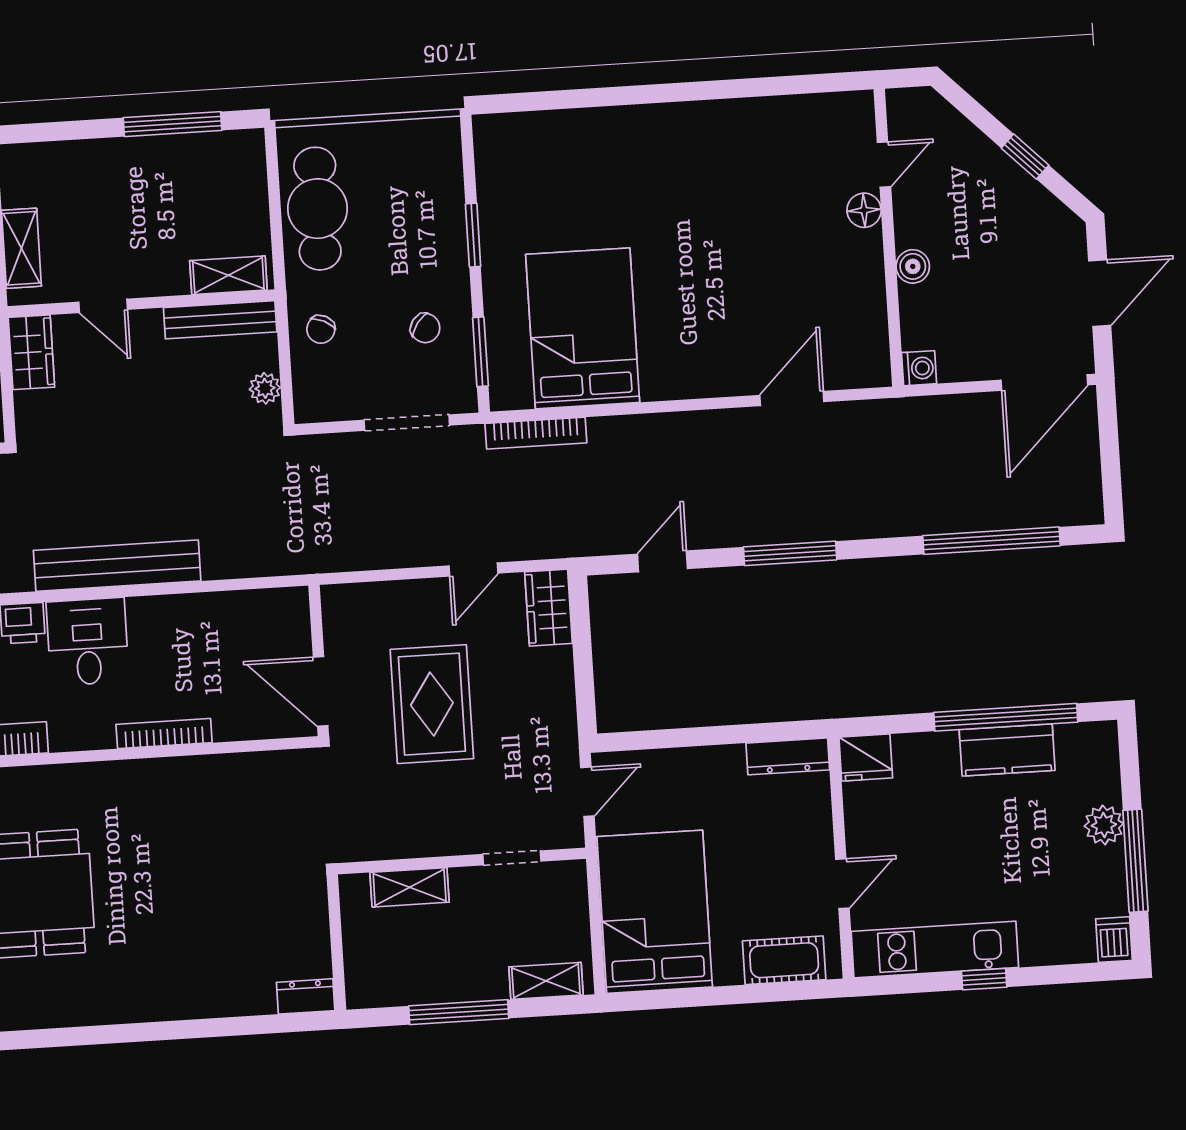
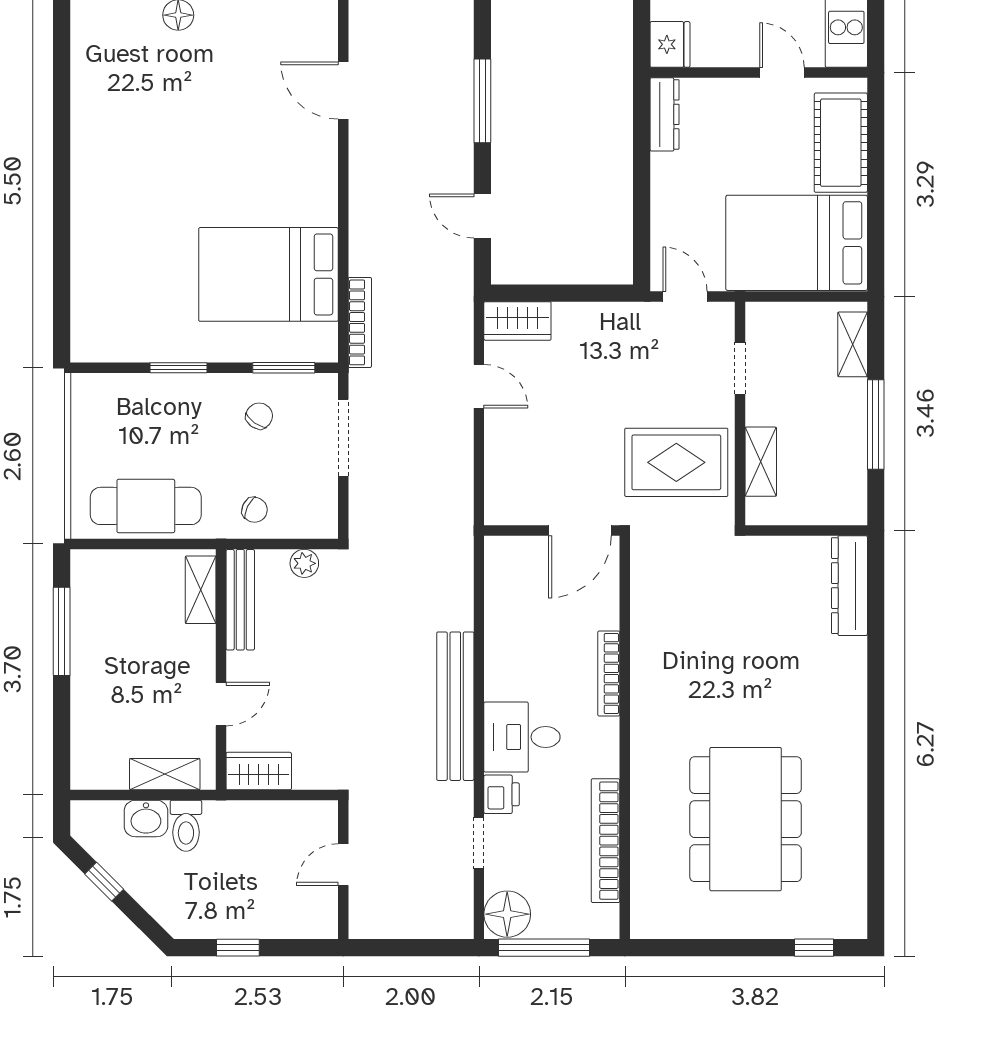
rug: (432, 704) -> (676, 462), moved
cot: (784, 960) -> (841, 143), width x1.37, depth x1.34
dresser: (306, 996) -> (849, 586), width x1.96, depth x1.24

